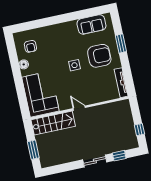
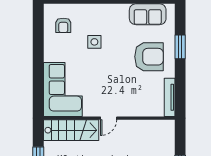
floor lamp: (24, 64) -> (50, 47), removed
side table: (74, 65) -> (94, 42), moved
door: (79, 108) -> (109, 118), swing flipped

